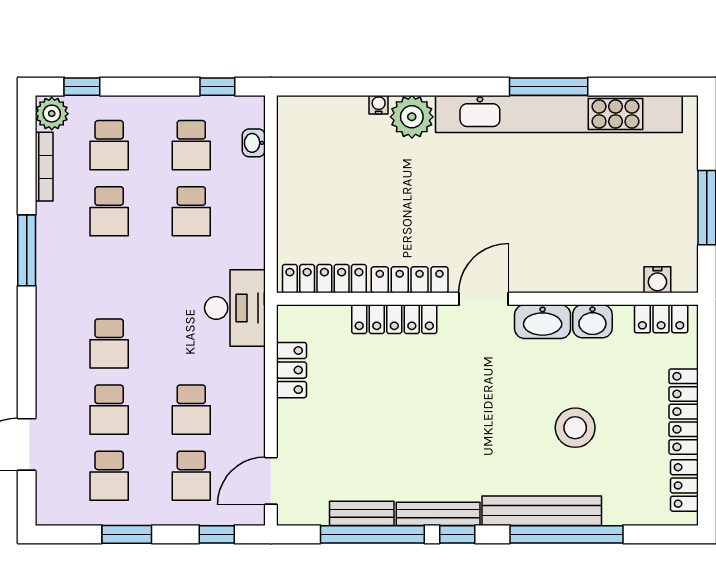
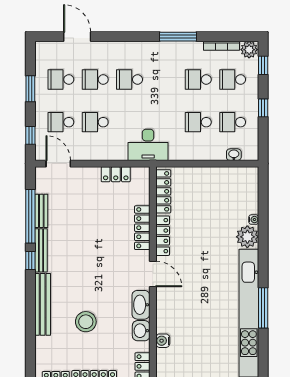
window: (217, 87) -> (263, 108), moved
water cooler: (657, 280) -> (163, 341), moved
window: (567, 534) -> (30, 317), removed

